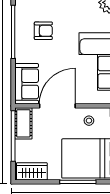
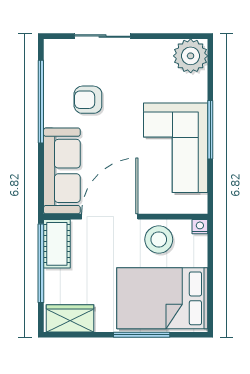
armchair: (43, 31) -> (88, 100), turned 180
sofa: (27, 84) -> (62, 171), width x1.36
stool: (89, 121) -> (159, 239), width x1.89, depth x1.89

